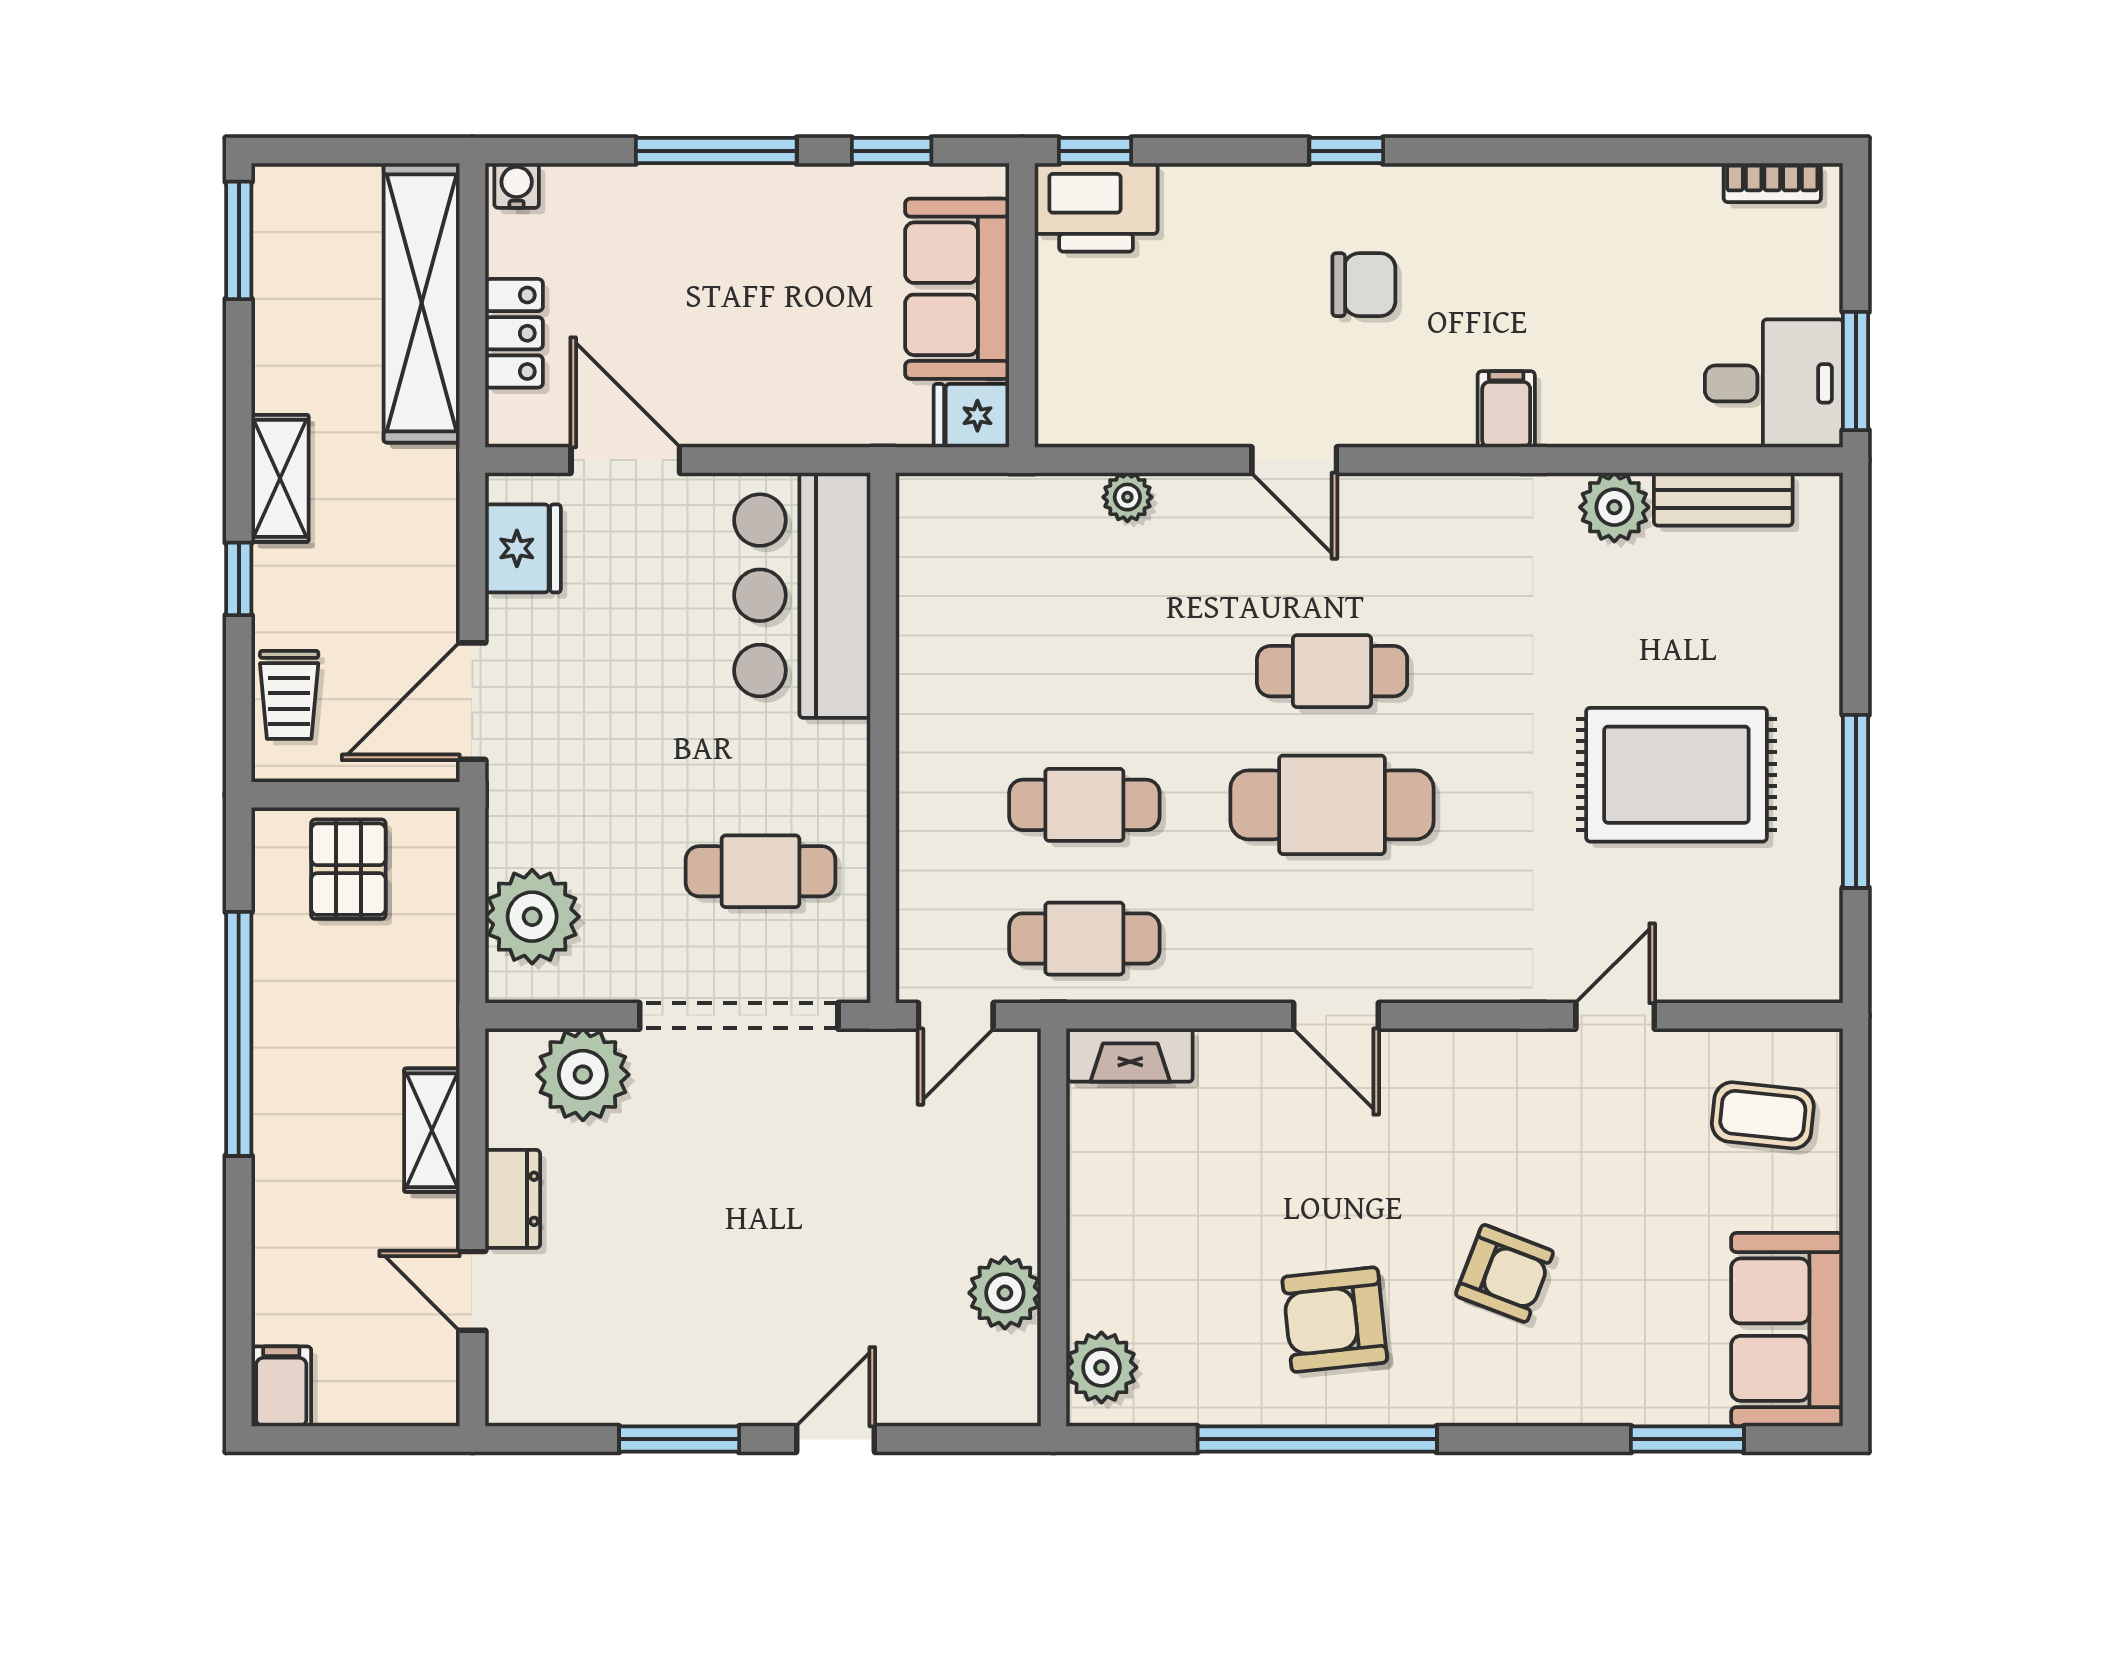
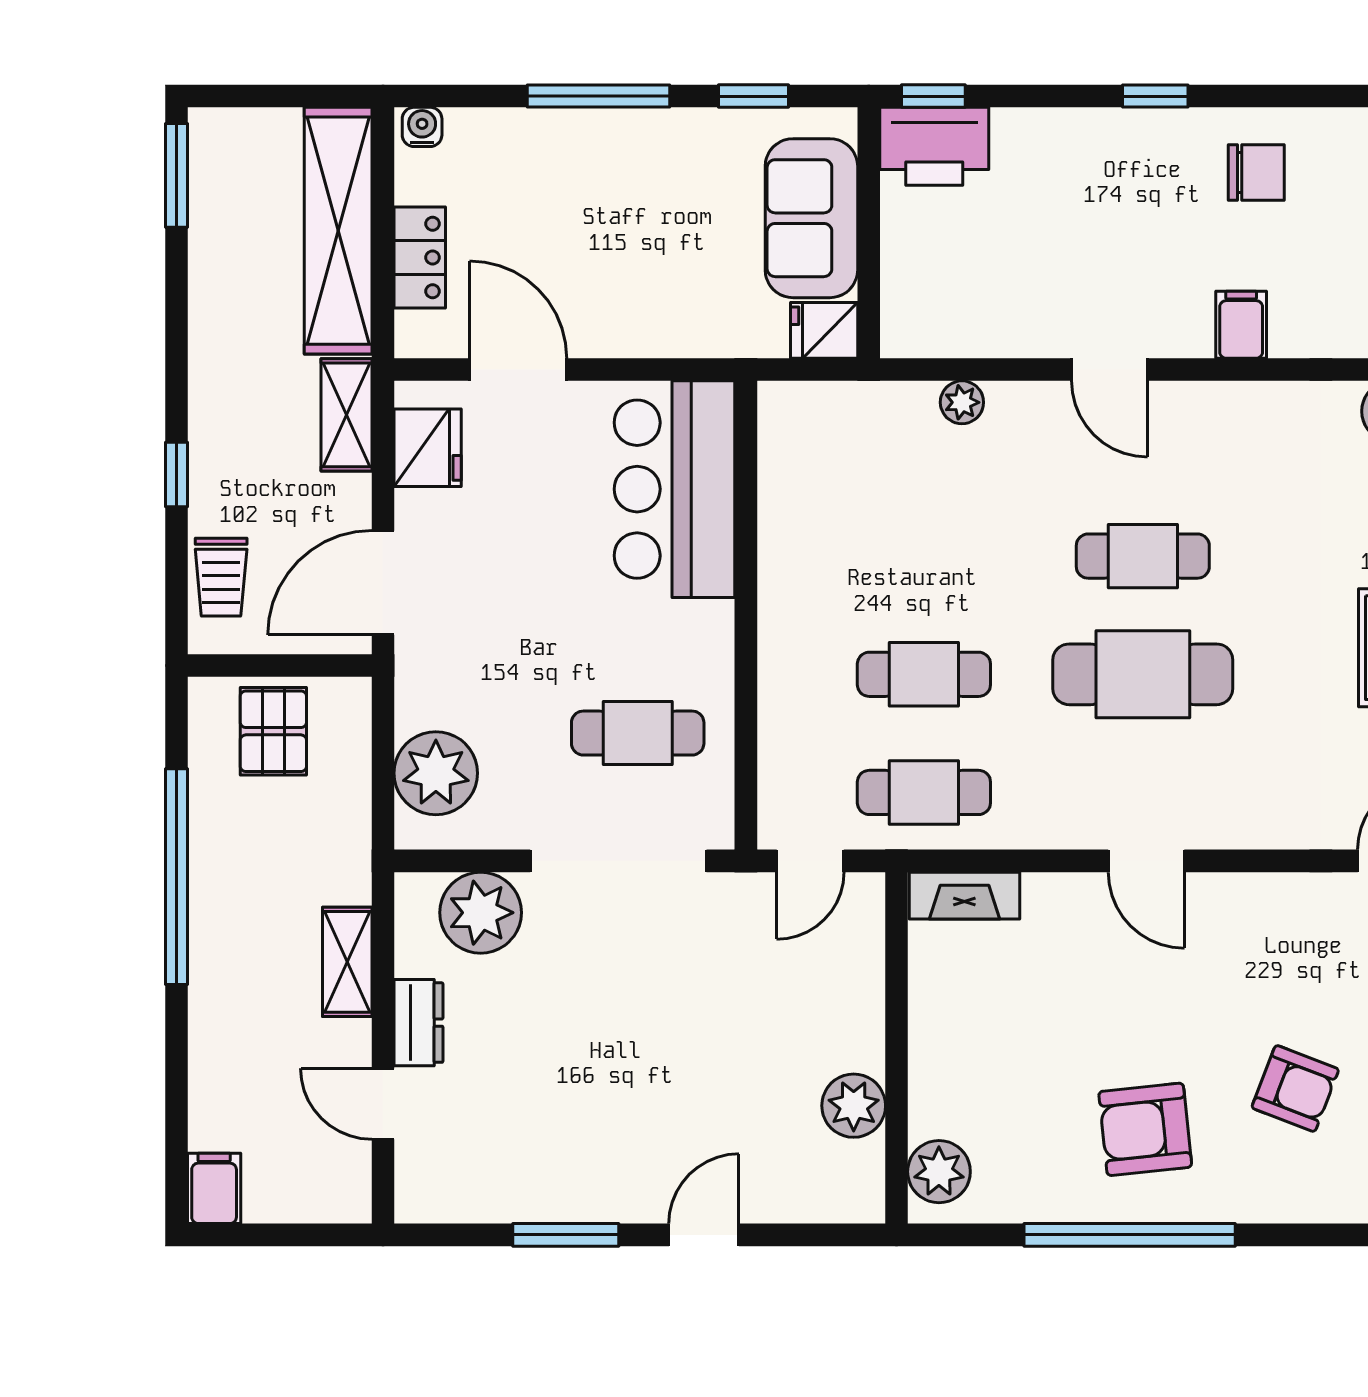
chair: (1364, 285) -> (1256, 172), moved
filing cabinet: (1506, 409) -> (1241, 325), moved
shelving: (280, 478) -> (347, 415), moved

